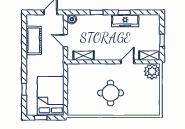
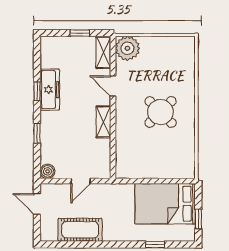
shelving: (84, 56) -> (103, 122), moved
round table: (111, 93) -> (161, 112), turned 45

